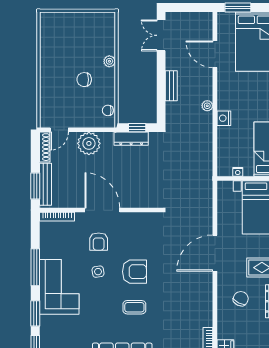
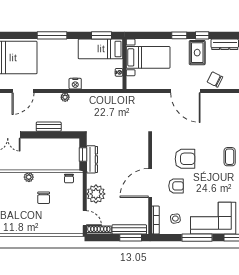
side table: (98, 272) -> (175, 219), moved
armchair: (134, 272) -> (185, 159), moved, turned 90
chair: (241, 299) -> (215, 79), moved

